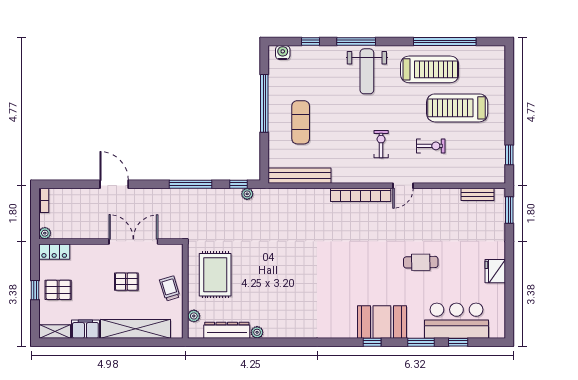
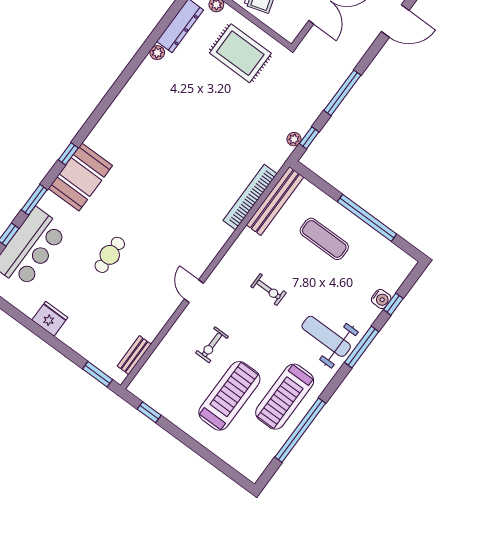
water cooler: (283, 53) -> (381, 299), moved
exercise bike: (381, 144) -> (268, 290), moved
bookcase: (361, 195) -> (250, 197), moved

